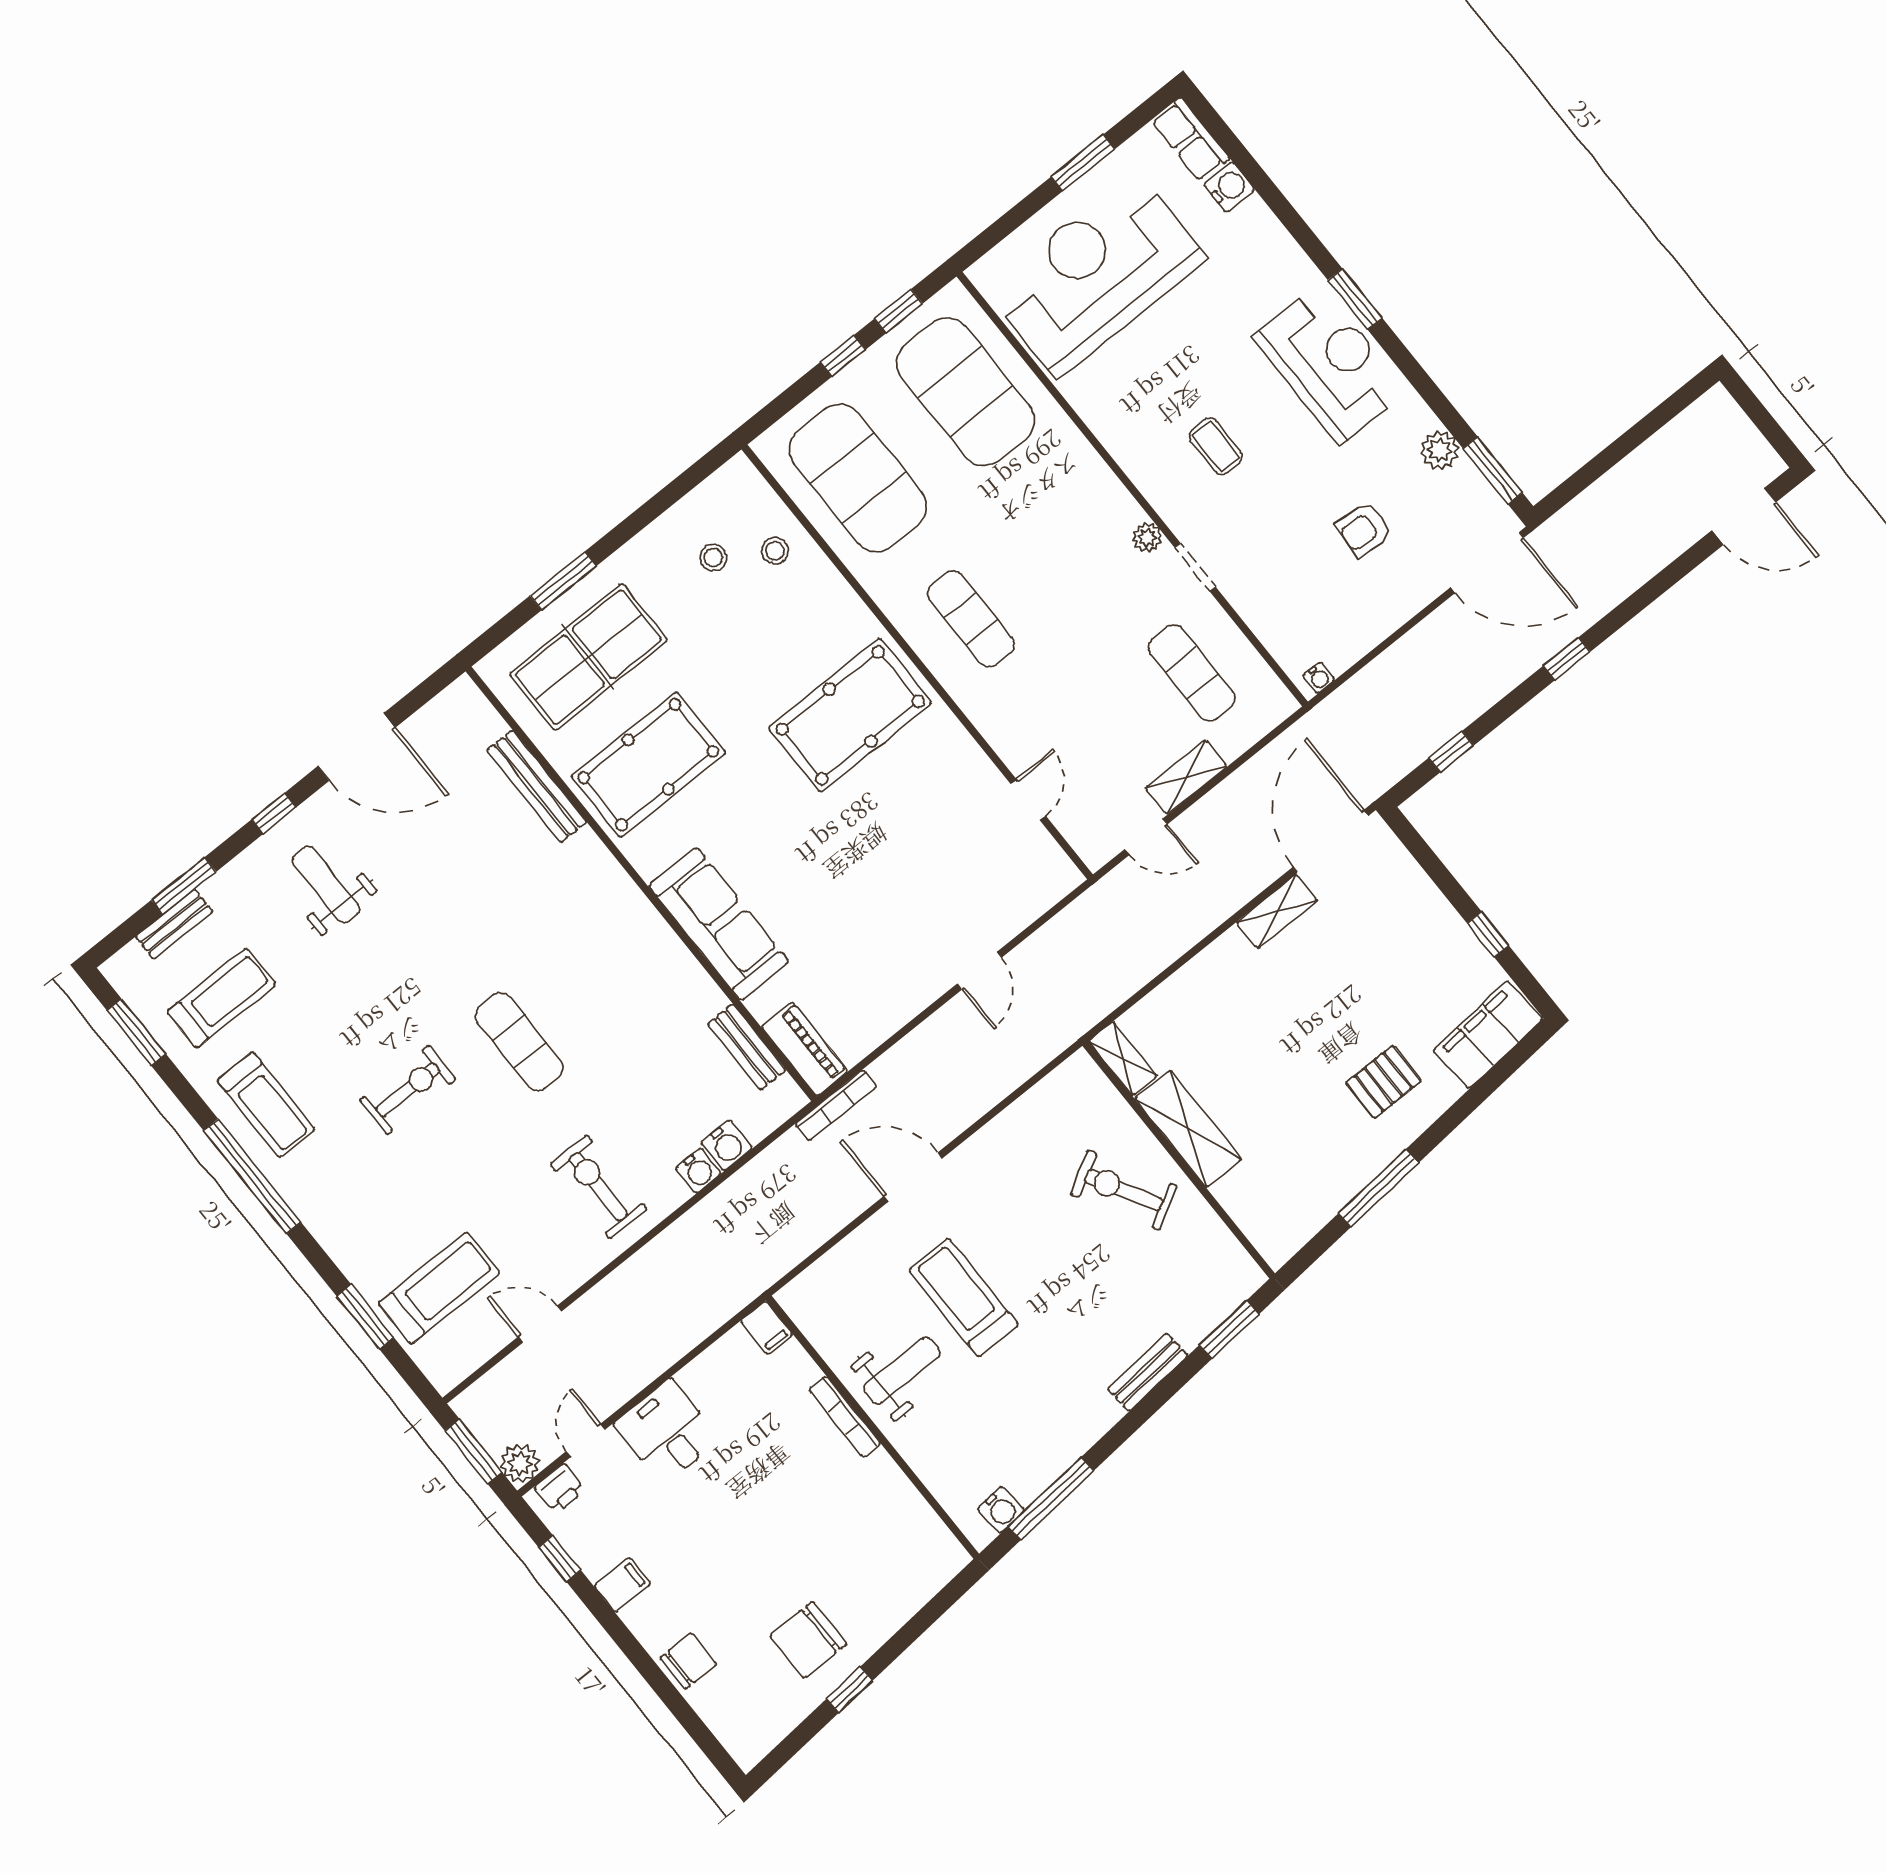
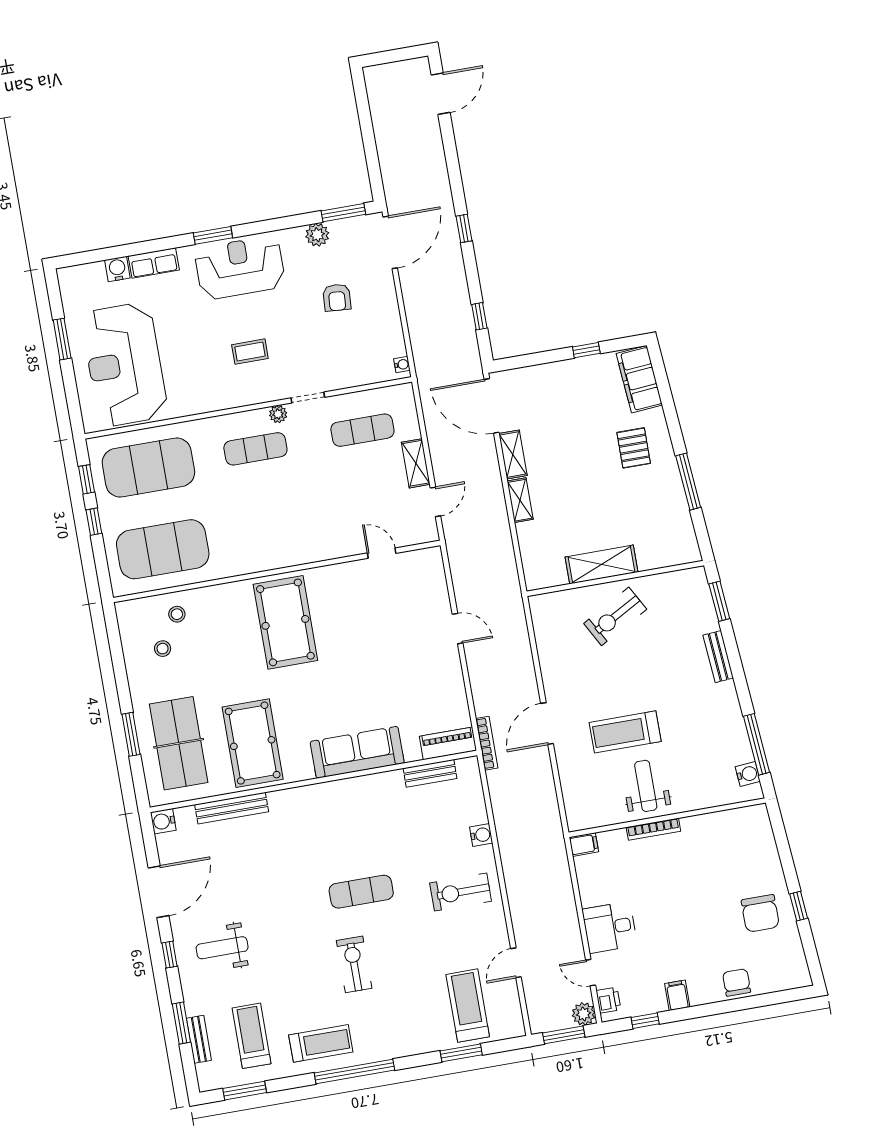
row of seats: (1190, 140) -> (154, 263), moved
exercise mat: (971, 619) -> (255, 449), moved
shelving: (1123, 1059) -> (520, 500), moved, turned 90
water cooler: (727, 1145) -> (163, 821), moved, turned 180

